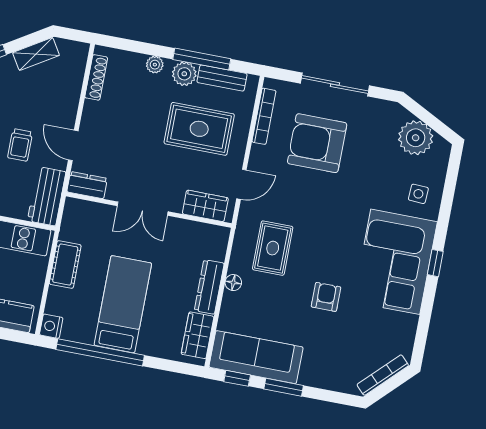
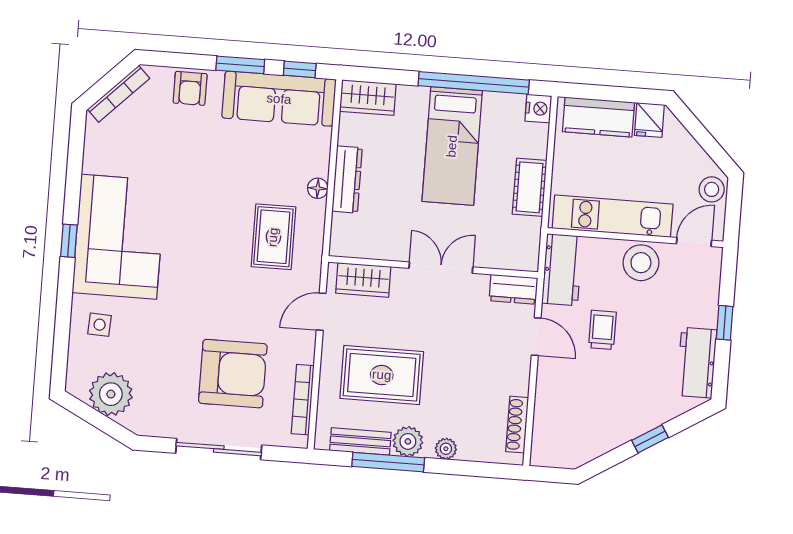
shelving: (36, 54) -> (595, 445), removed
armchair: (326, 297) -> (190, 88), moved
wardrobe: (198, 335) -> (368, 98), moved, turned 90

